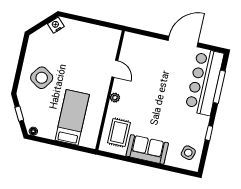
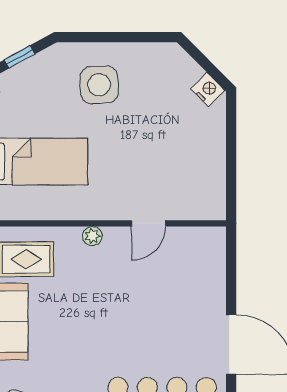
side table: (42, 78) -> (99, 85), turned -37

